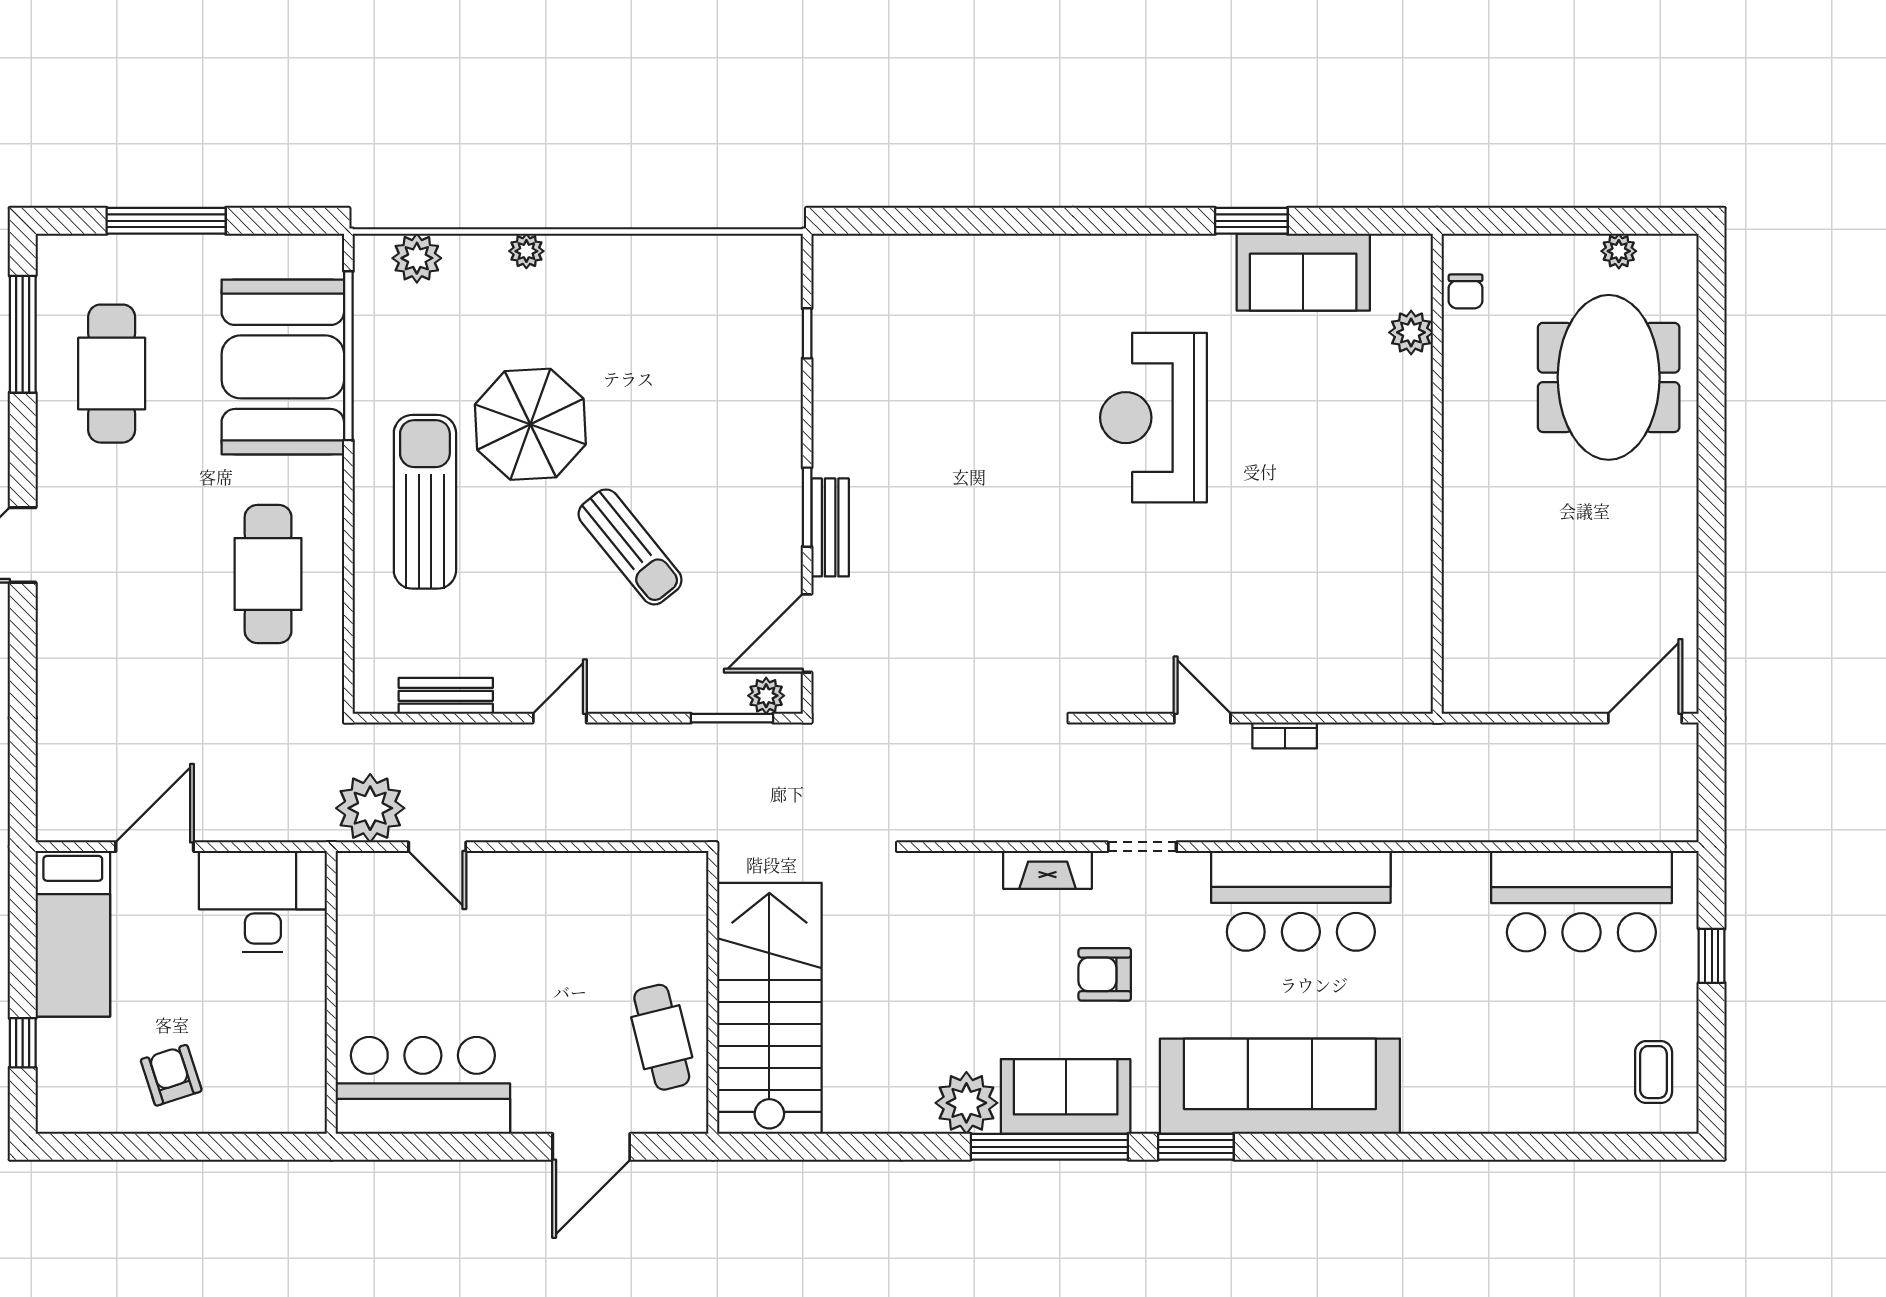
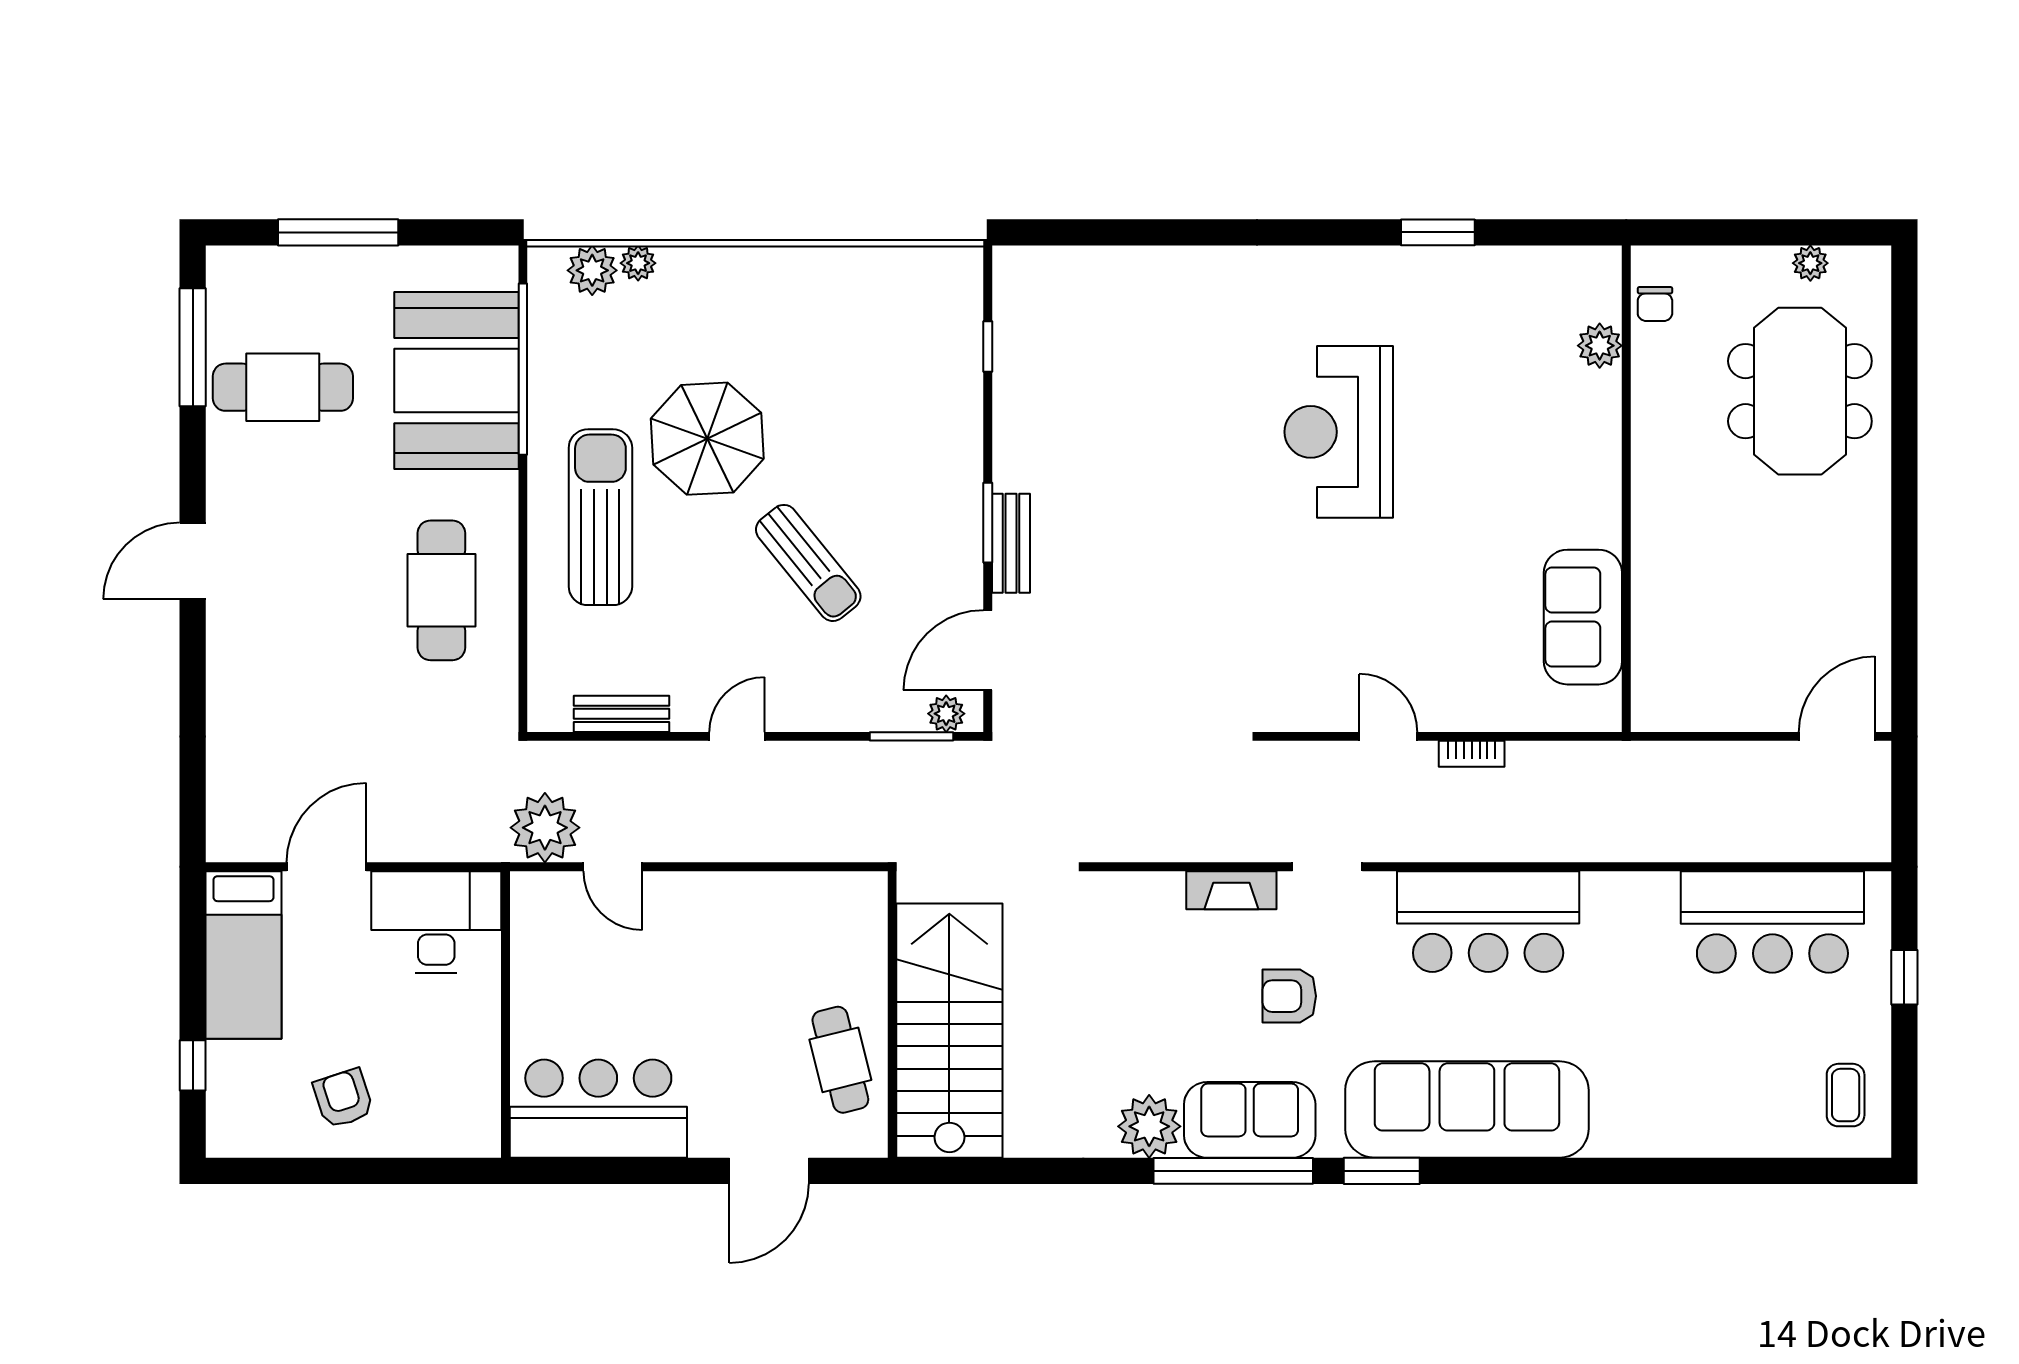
plant: (526, 251) -> (638, 263), moved
sofa: (1303, 272) -> (1583, 617), moved, turned 90
cafe table: (112, 374) -> (283, 387), turned 90

